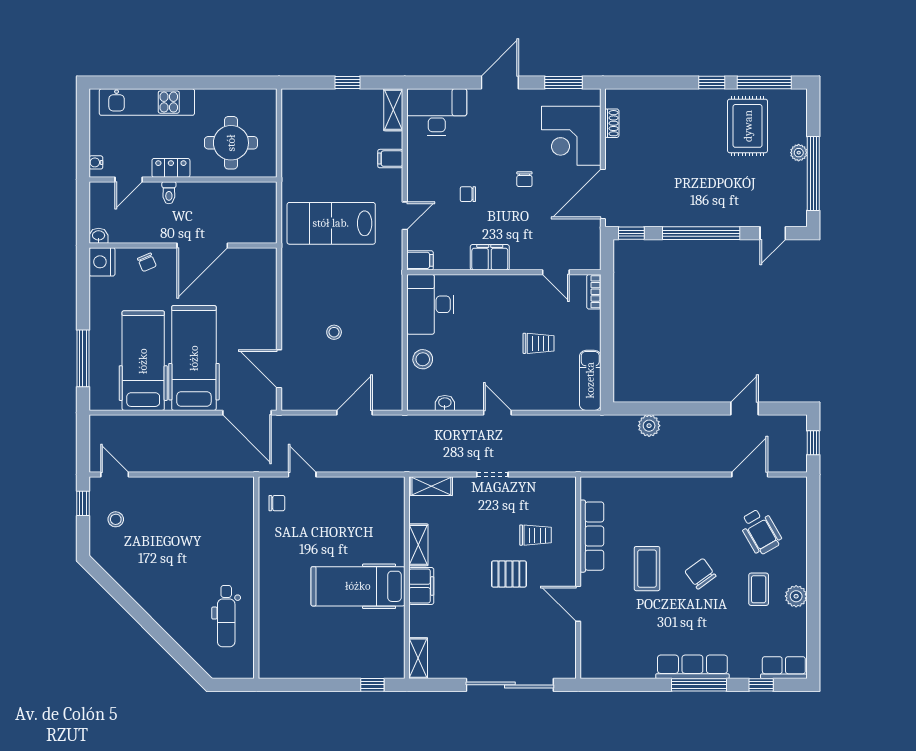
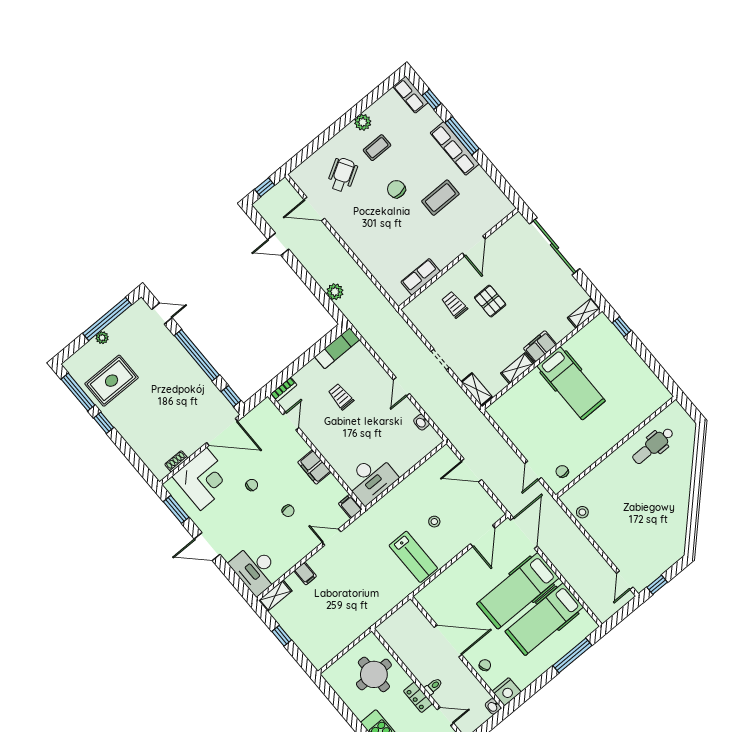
lab bench: (331, 223) -> (413, 557), moved, width x0.73, depth x0.72
stool: (423, 359) -> (407, 456), removed
stool: (116, 519) -> (582, 512), moved
row of seats: (592, 536) -> (421, 277), width x0.68
coffee table: (647, 569) -> (440, 198), moved
chair: (700, 574) -> (396, 189), turned 121
dental chair: (226, 616) -> (653, 446), turned 180

